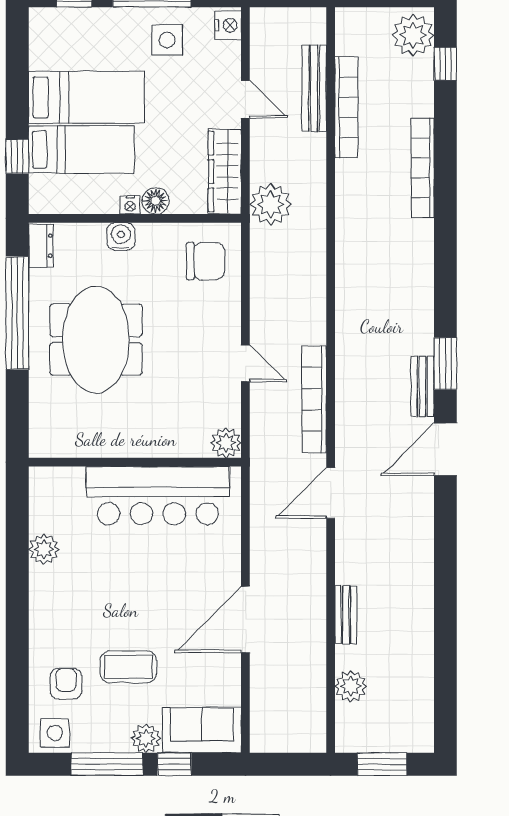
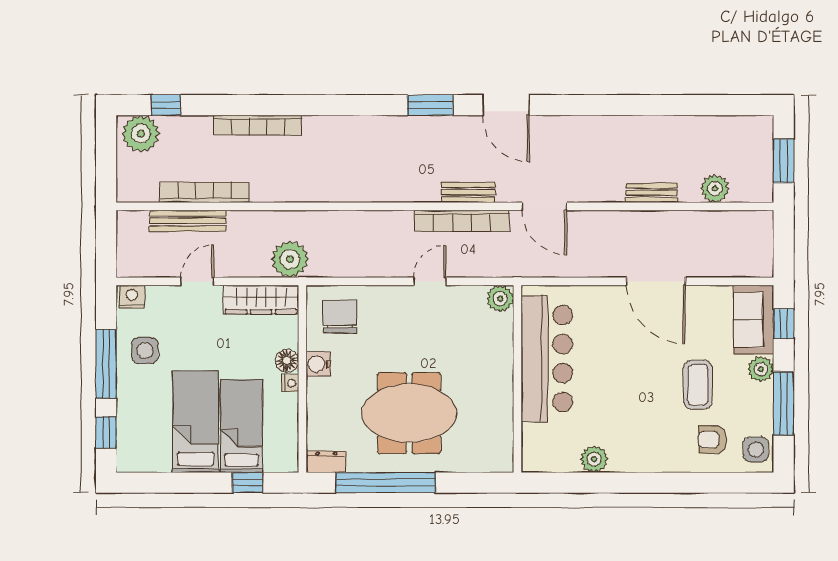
water cooler: (121, 237) -> (318, 364), moved
bench: (422, 386) -> (468, 192), moved
window: (174, 764) -> (784, 324), moved

